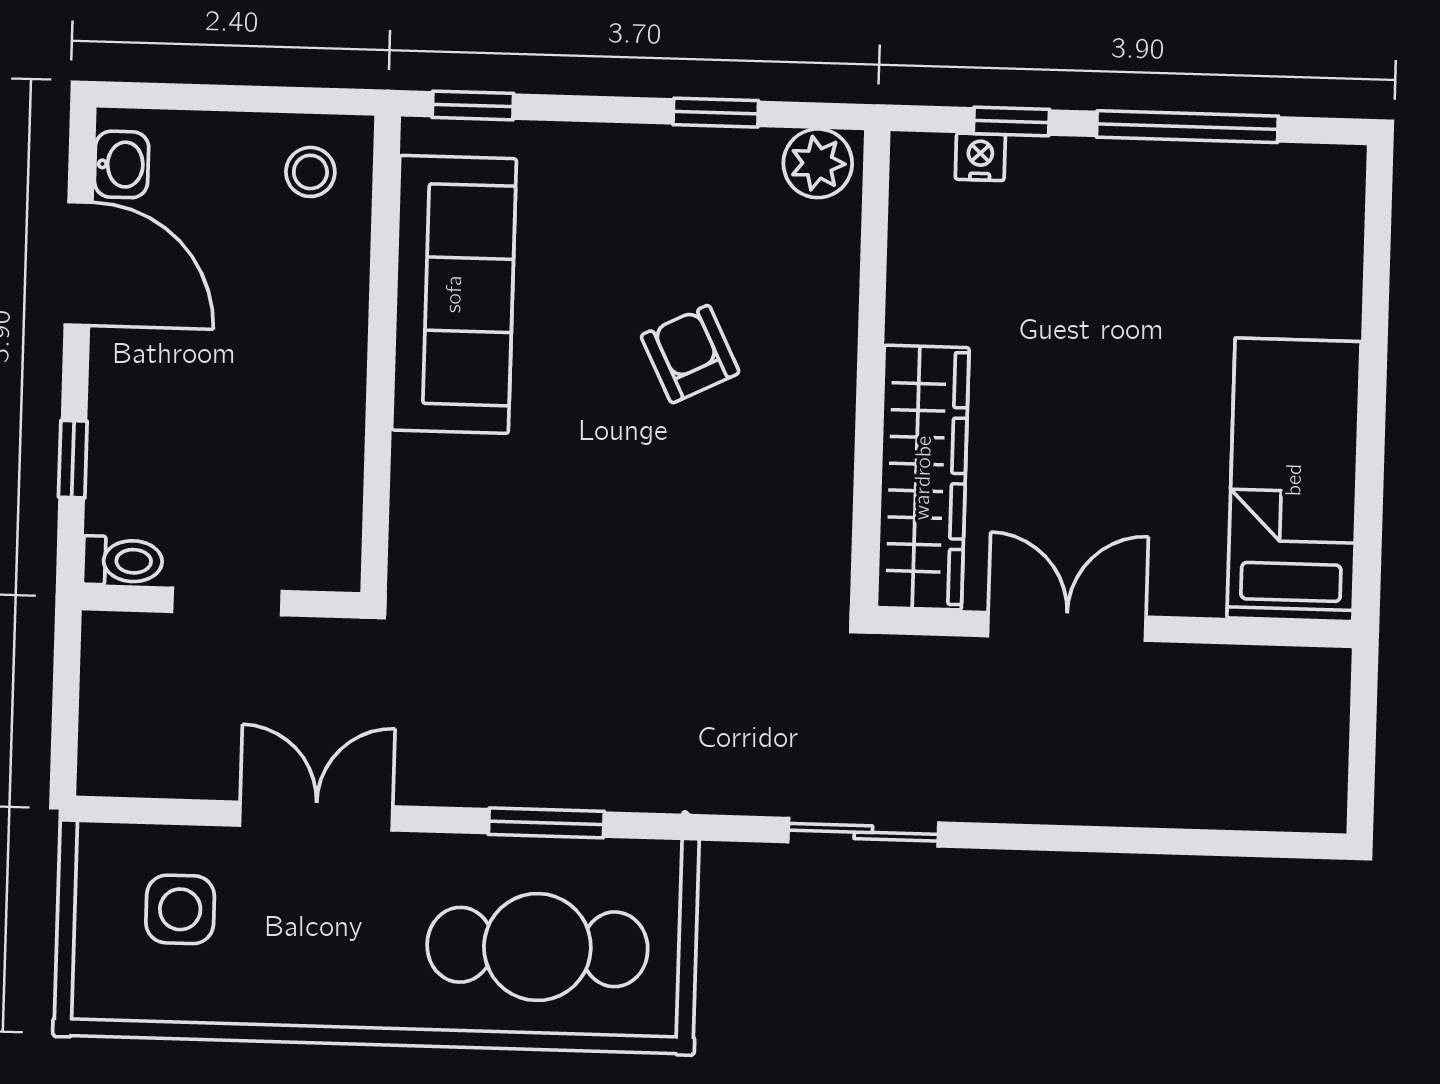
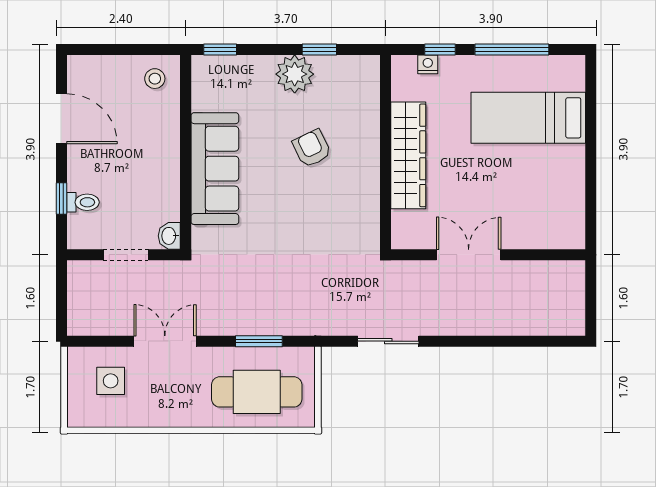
plant: (818, 163) -> (295, 74), moved, width x1.36, depth x1.36
washbasin: (122, 164) -> (169, 236), moved, turned 180
sofa: (454, 294) -> (215, 169), moved
wardrobe: (923, 478) -> (408, 155), moved
bed: (1294, 480) -> (528, 118), moved, turned -90
toilet: (123, 561) -> (83, 202), moved

